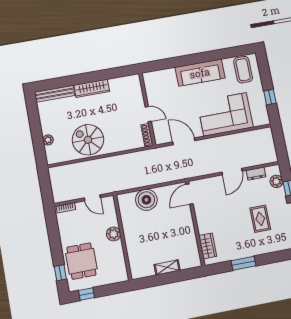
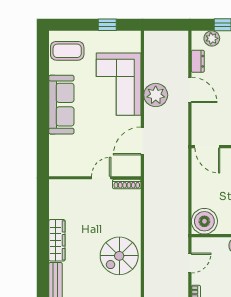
plant: (222, 145) -> (156, 95), added
boiler: (146, 200) -> (204, 221), moved

